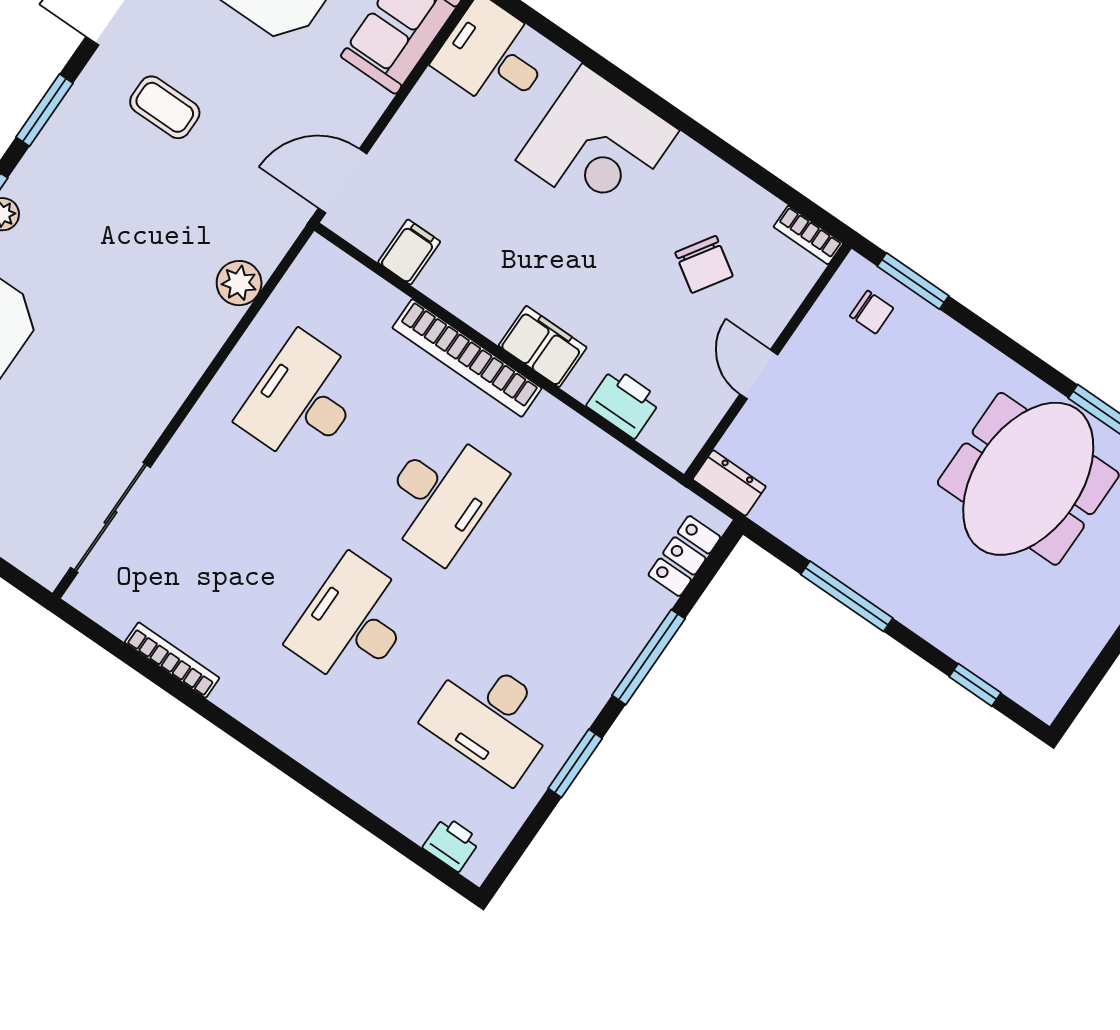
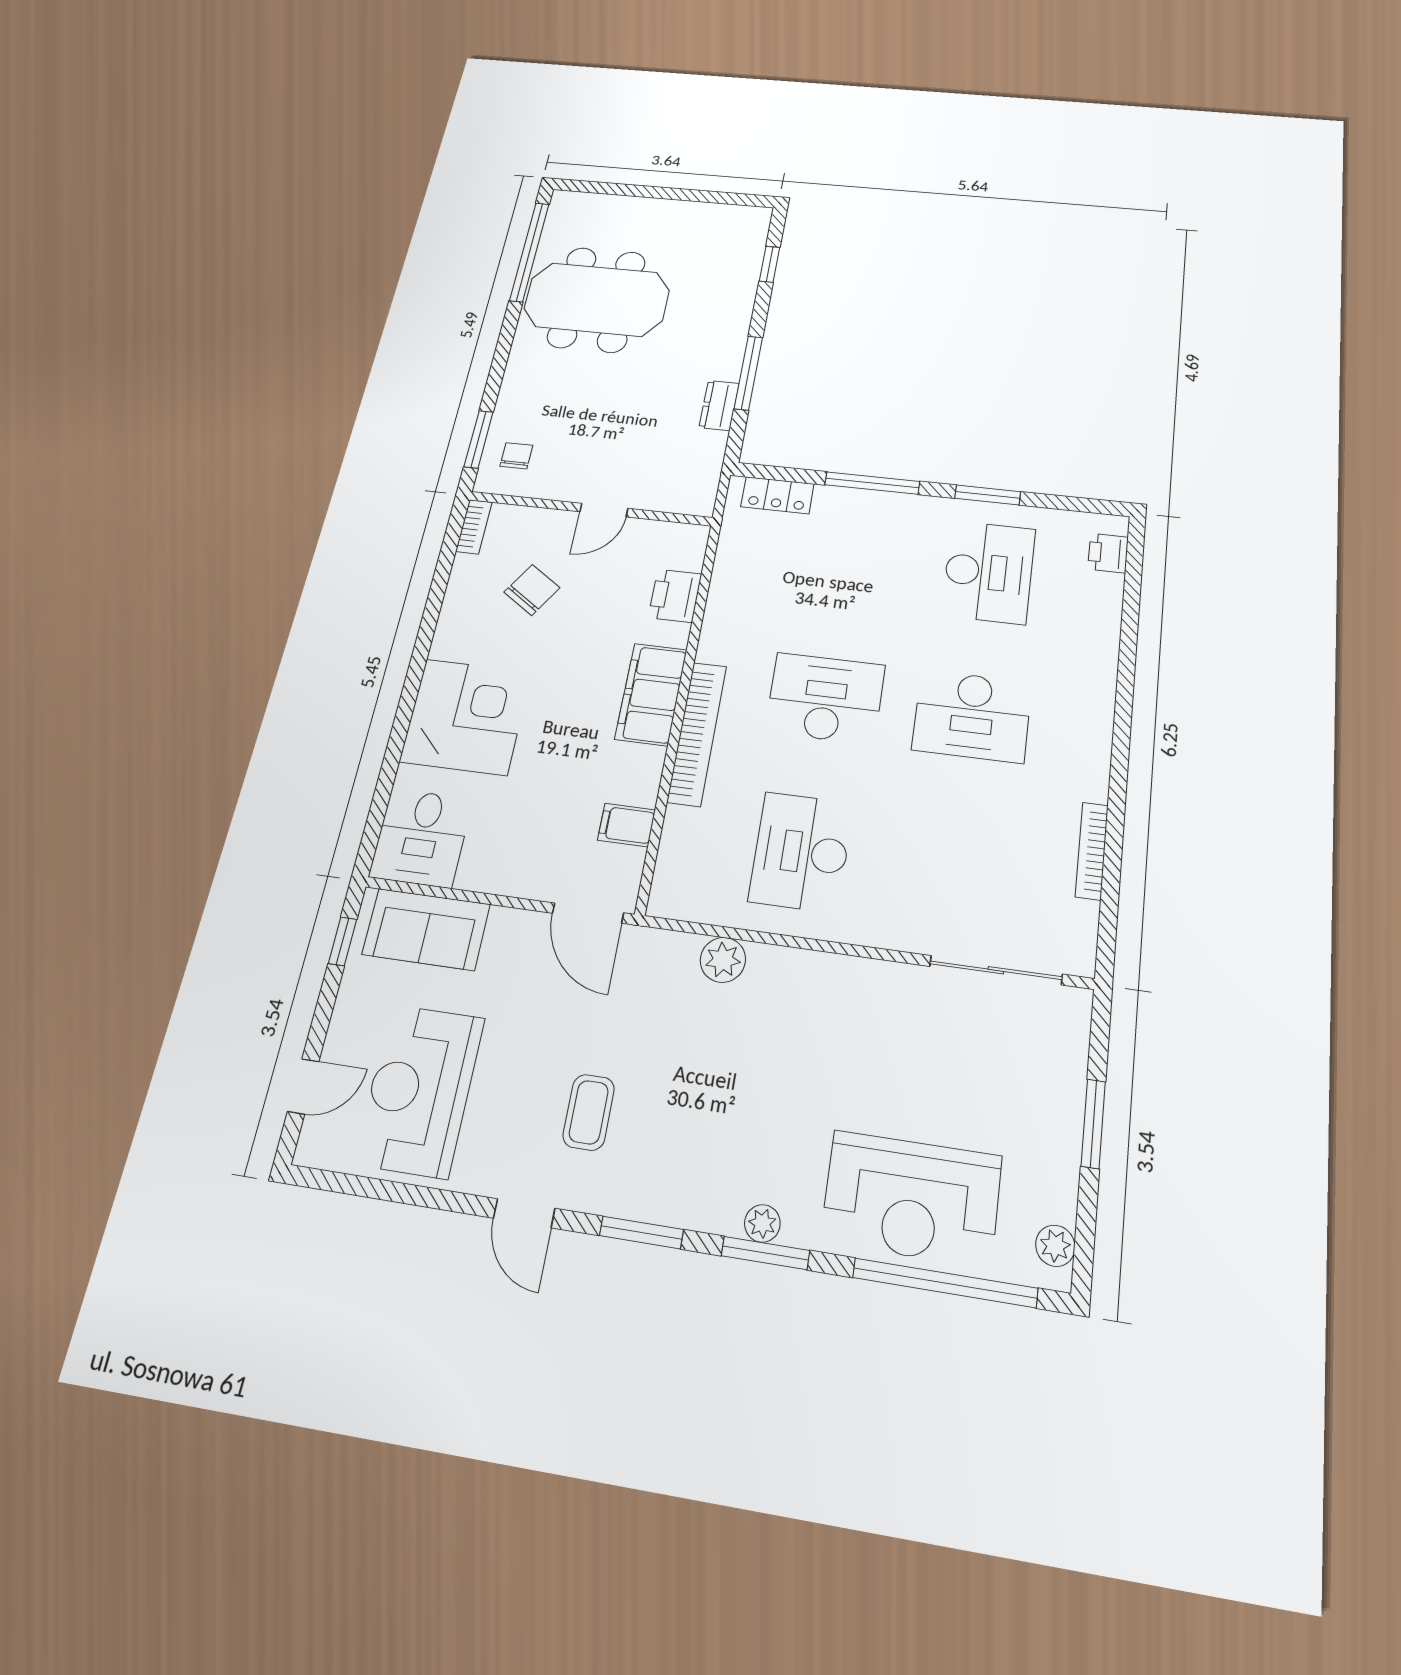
filing cabinet: (543, 346) -> (651, 694), width x1.50, depth x1.17
desk: (302, 400) -> (801, 852), turned 90
dresser: (729, 483) -> (719, 405), moved

